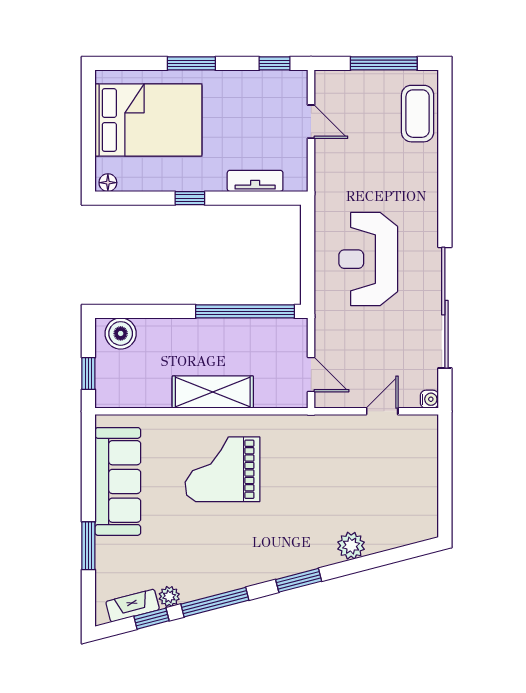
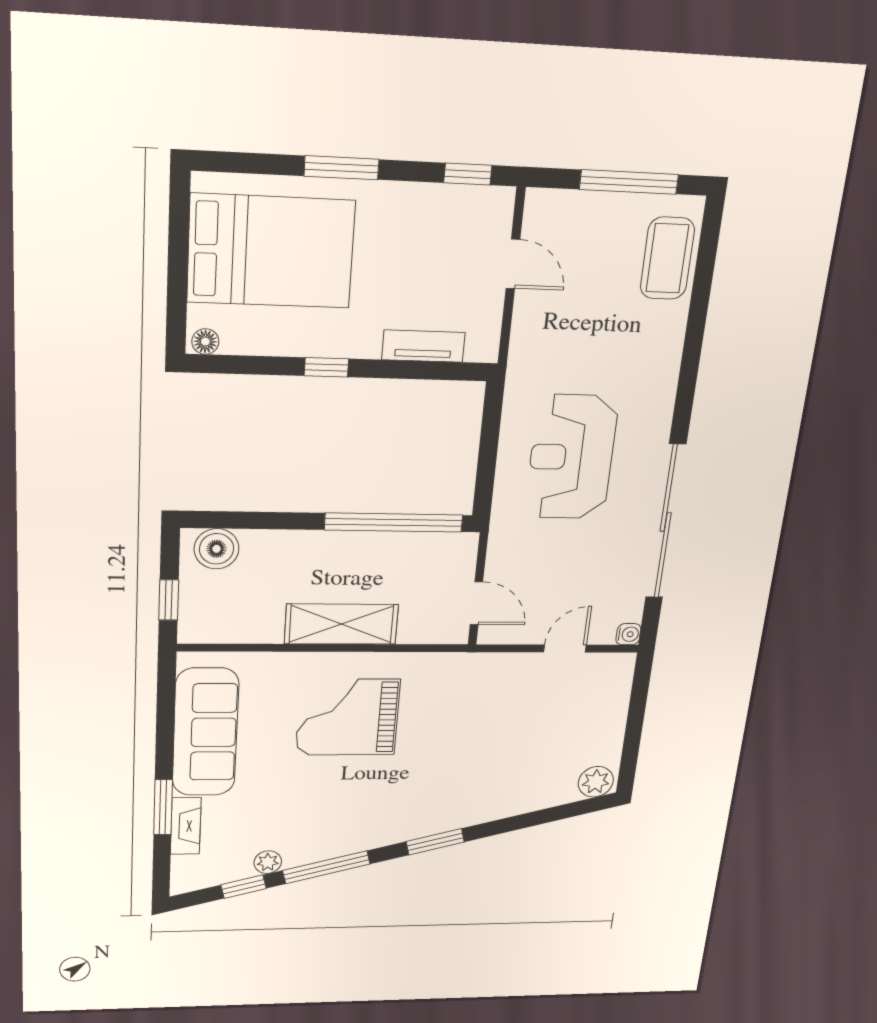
plant: (351, 546) -> (596, 782), moved
fireplace: (133, 606) -> (186, 826), moved, turned 105

